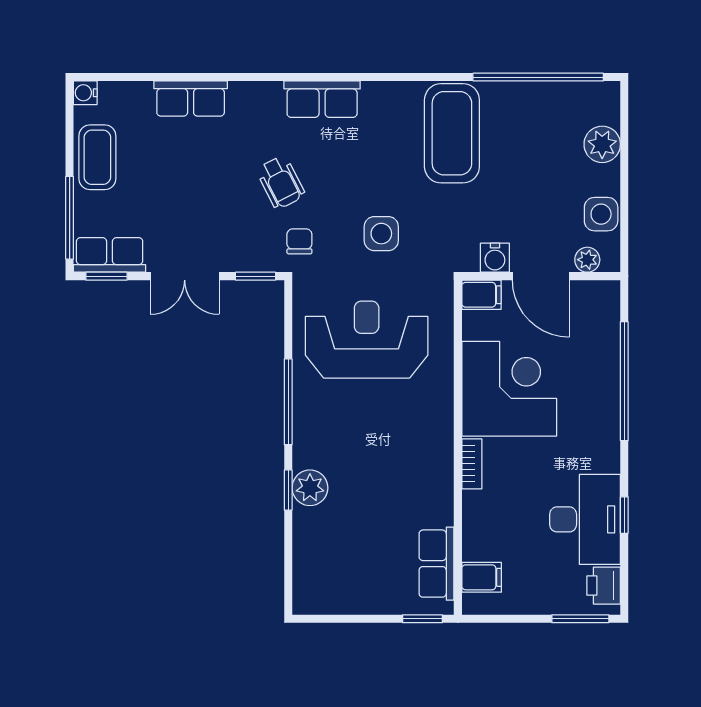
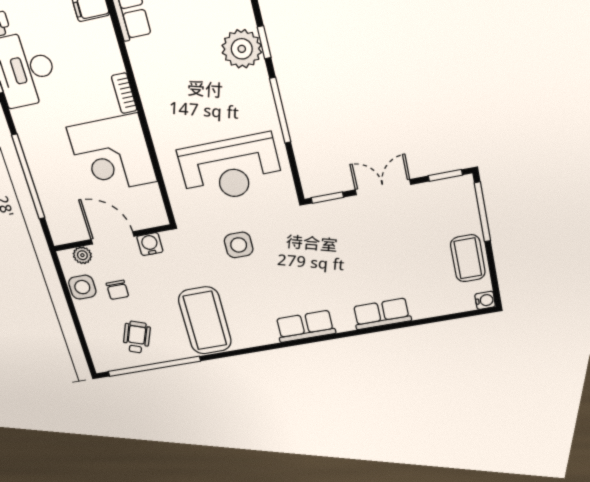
row of seats: (191, 99) -> (382, 314), moved
plant: (602, 144) -> (96, 332), removed
wheelchair: (281, 182) -> (137, 337), moved, turned 48
chair: (299, 241) -> (117, 290), moved
row of seats: (110, 255) -> (446, 191), removed
filing cabinet: (481, 295) -> (152, 217), removed
plant: (310, 488) -> (242, 49), width x1.36, depth x1.36

